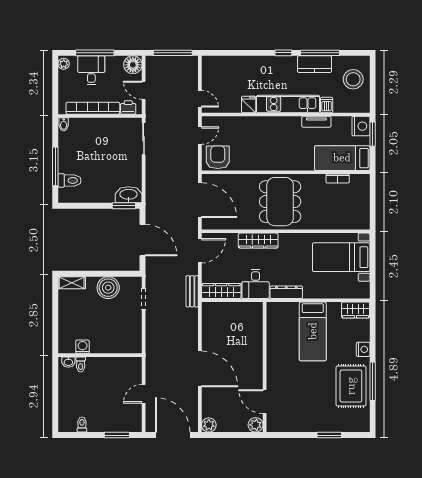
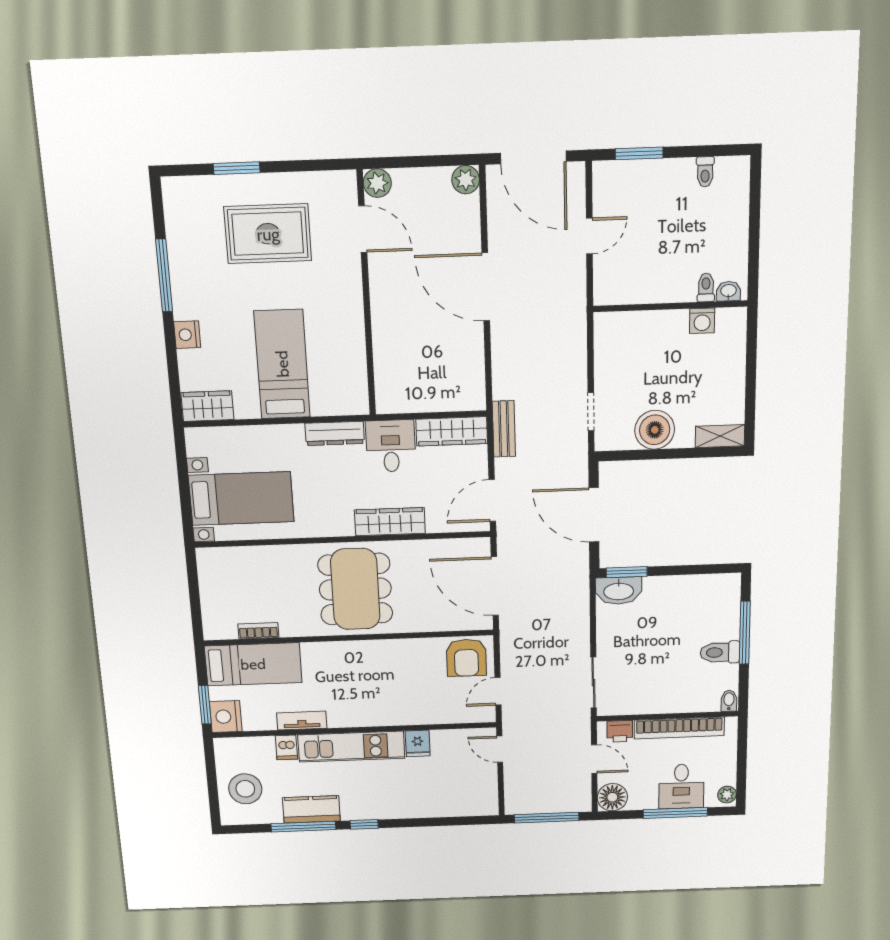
toilet: (69, 180) -> (720, 652), moved
rug: (351, 386) -> (268, 234), moved, turned 90

